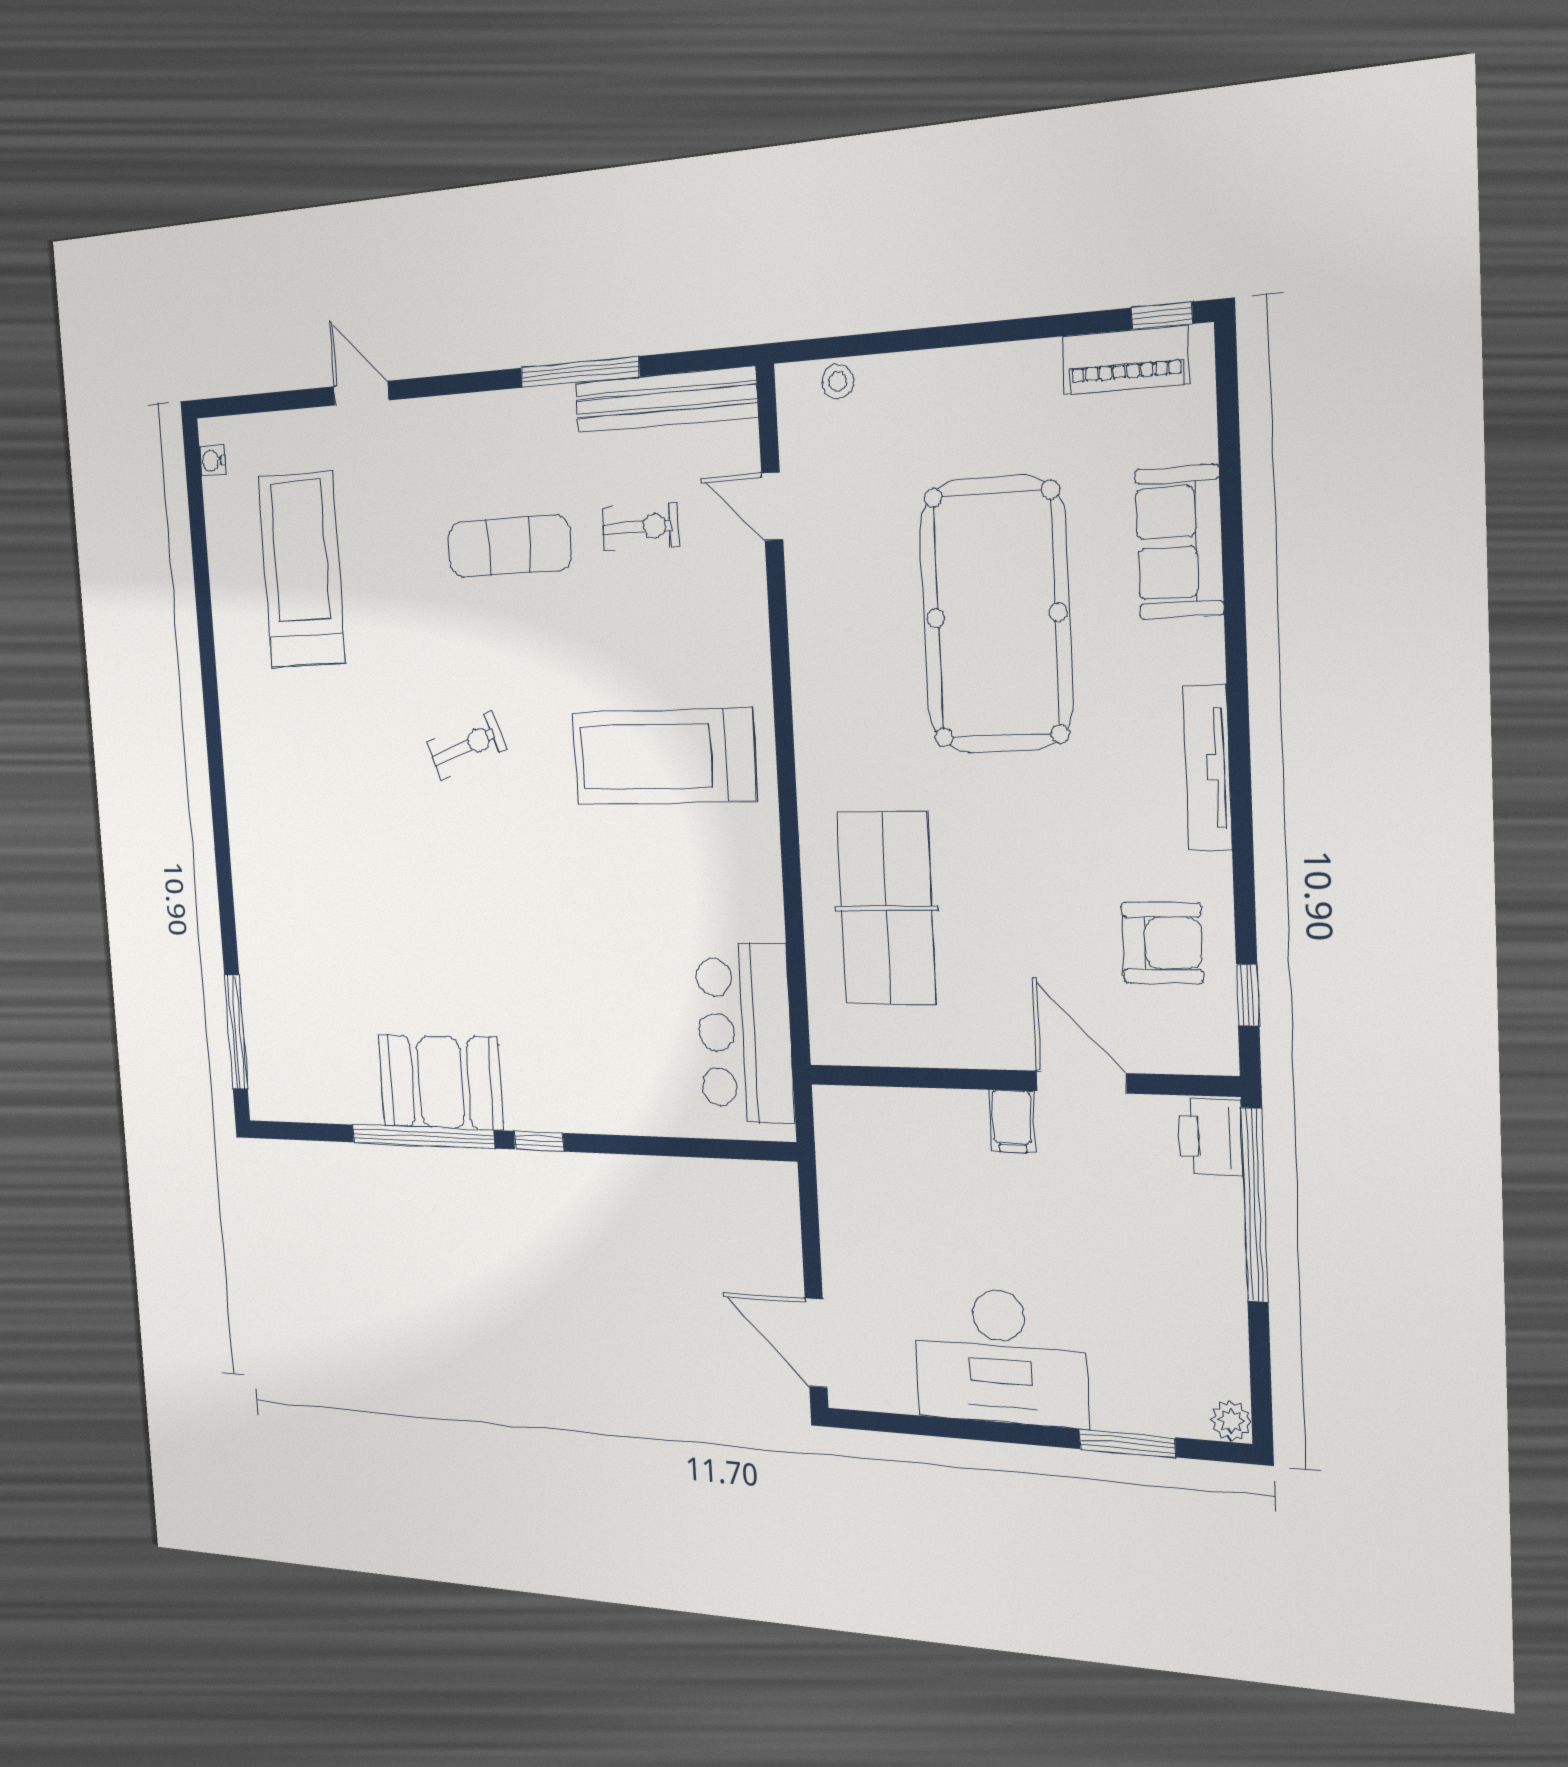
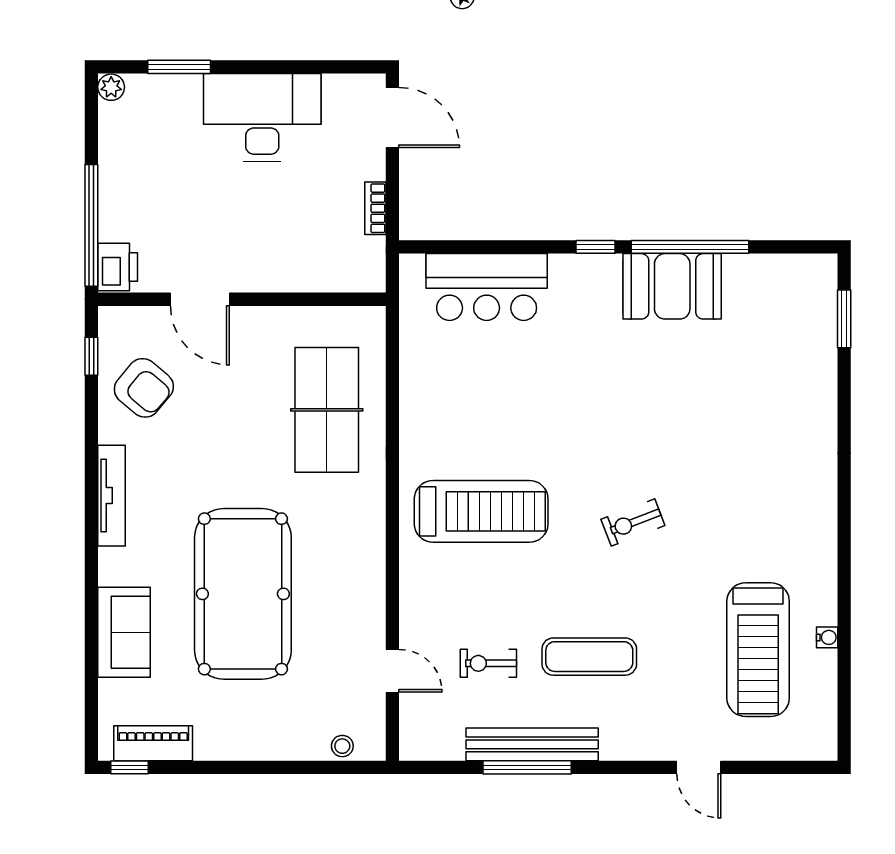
bench: (665, 400) -> (532, 744), moved
water cooler: (212, 461) -> (827, 637), moved
armchair: (1162, 943) -> (144, 388), turned -140
window: (236, 1032) -> (844, 319), width x0.69
bar counter: (745, 1033) -> (487, 287), moved, turned 90
filing cabinet: (1012, 1121) -> (247, 273), removed
bookcase: (833, 1211) -> (375, 208), added

